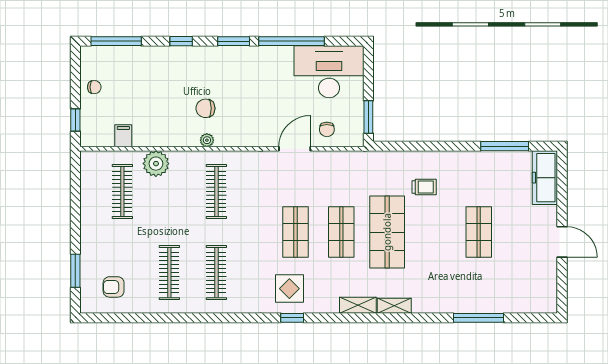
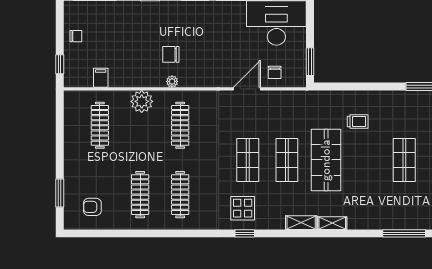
plant: (156, 164) -> (142, 101), moved

